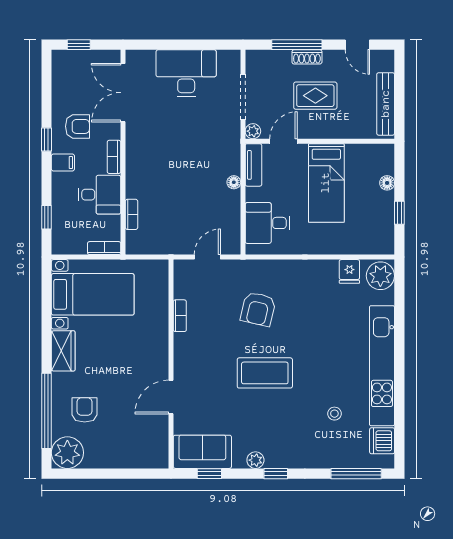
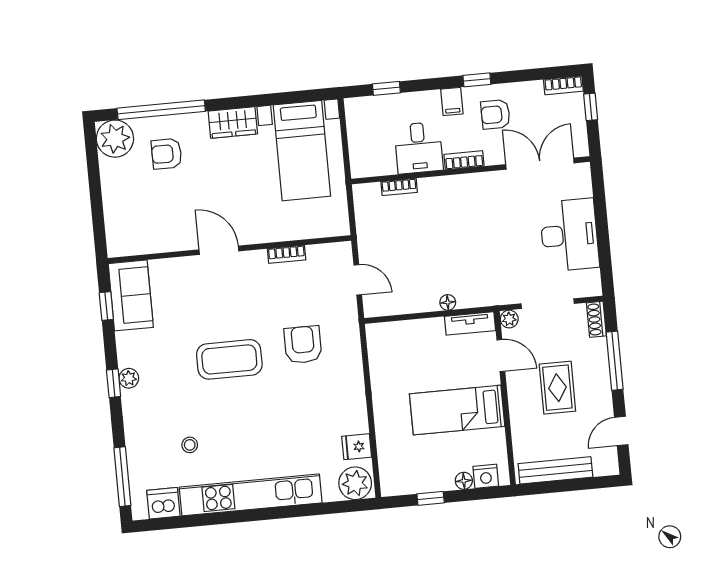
shoe rack: (307, 57) -> (596, 319), moved
armchair: (77, 126) -> (495, 114), turned 90
nightstand: (385, 164) -> (486, 476), added
desk: (268, 223) -> (404, 346), removed
bookcase: (104, 248) -> (563, 85), moved, turned 90
armchair: (258, 309) -> (303, 345), turned 77
coffee table: (265, 373) -> (229, 359), turned 90
door: (171, 397) -> (219, 250), moved
armchair: (85, 410) -> (166, 154), turned 180
plant: (255, 460) -> (129, 378), moved

